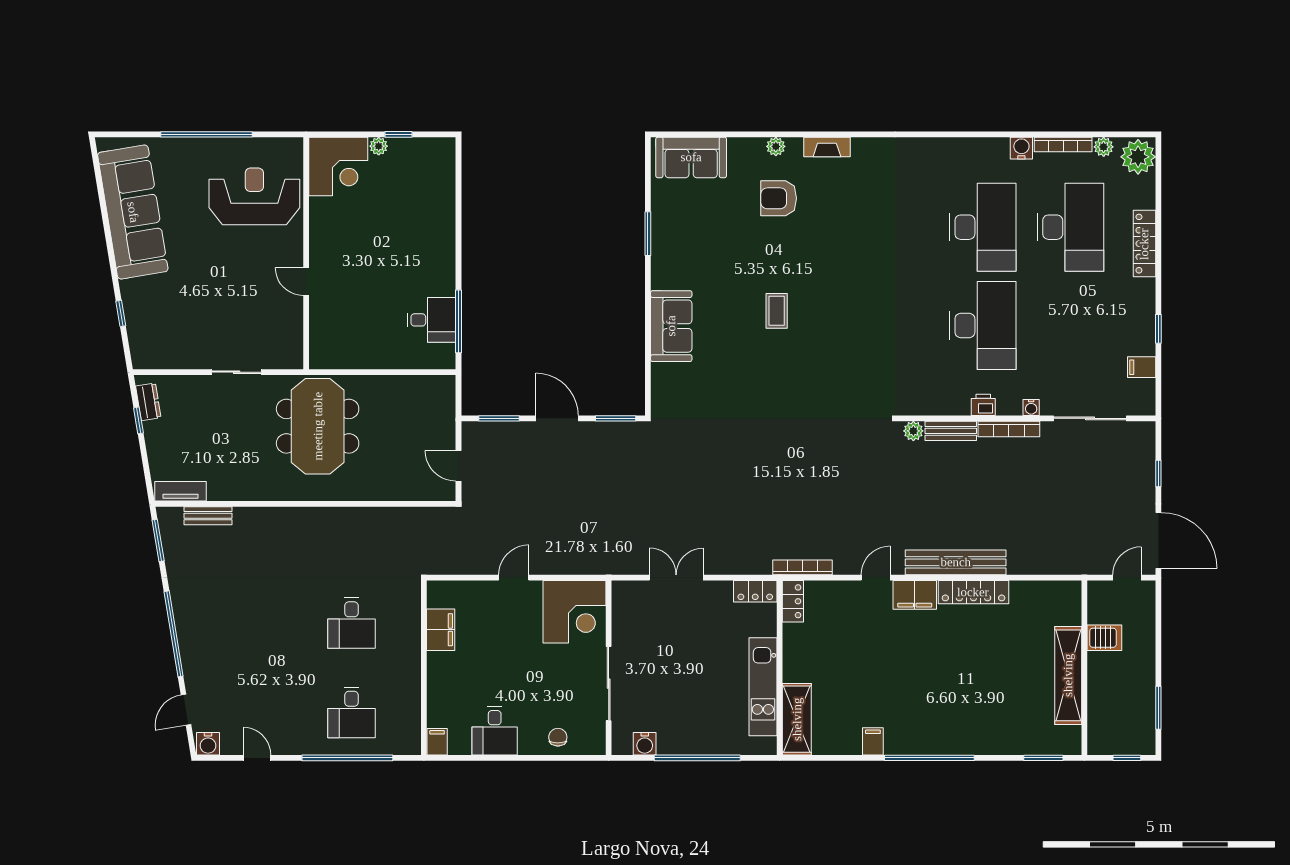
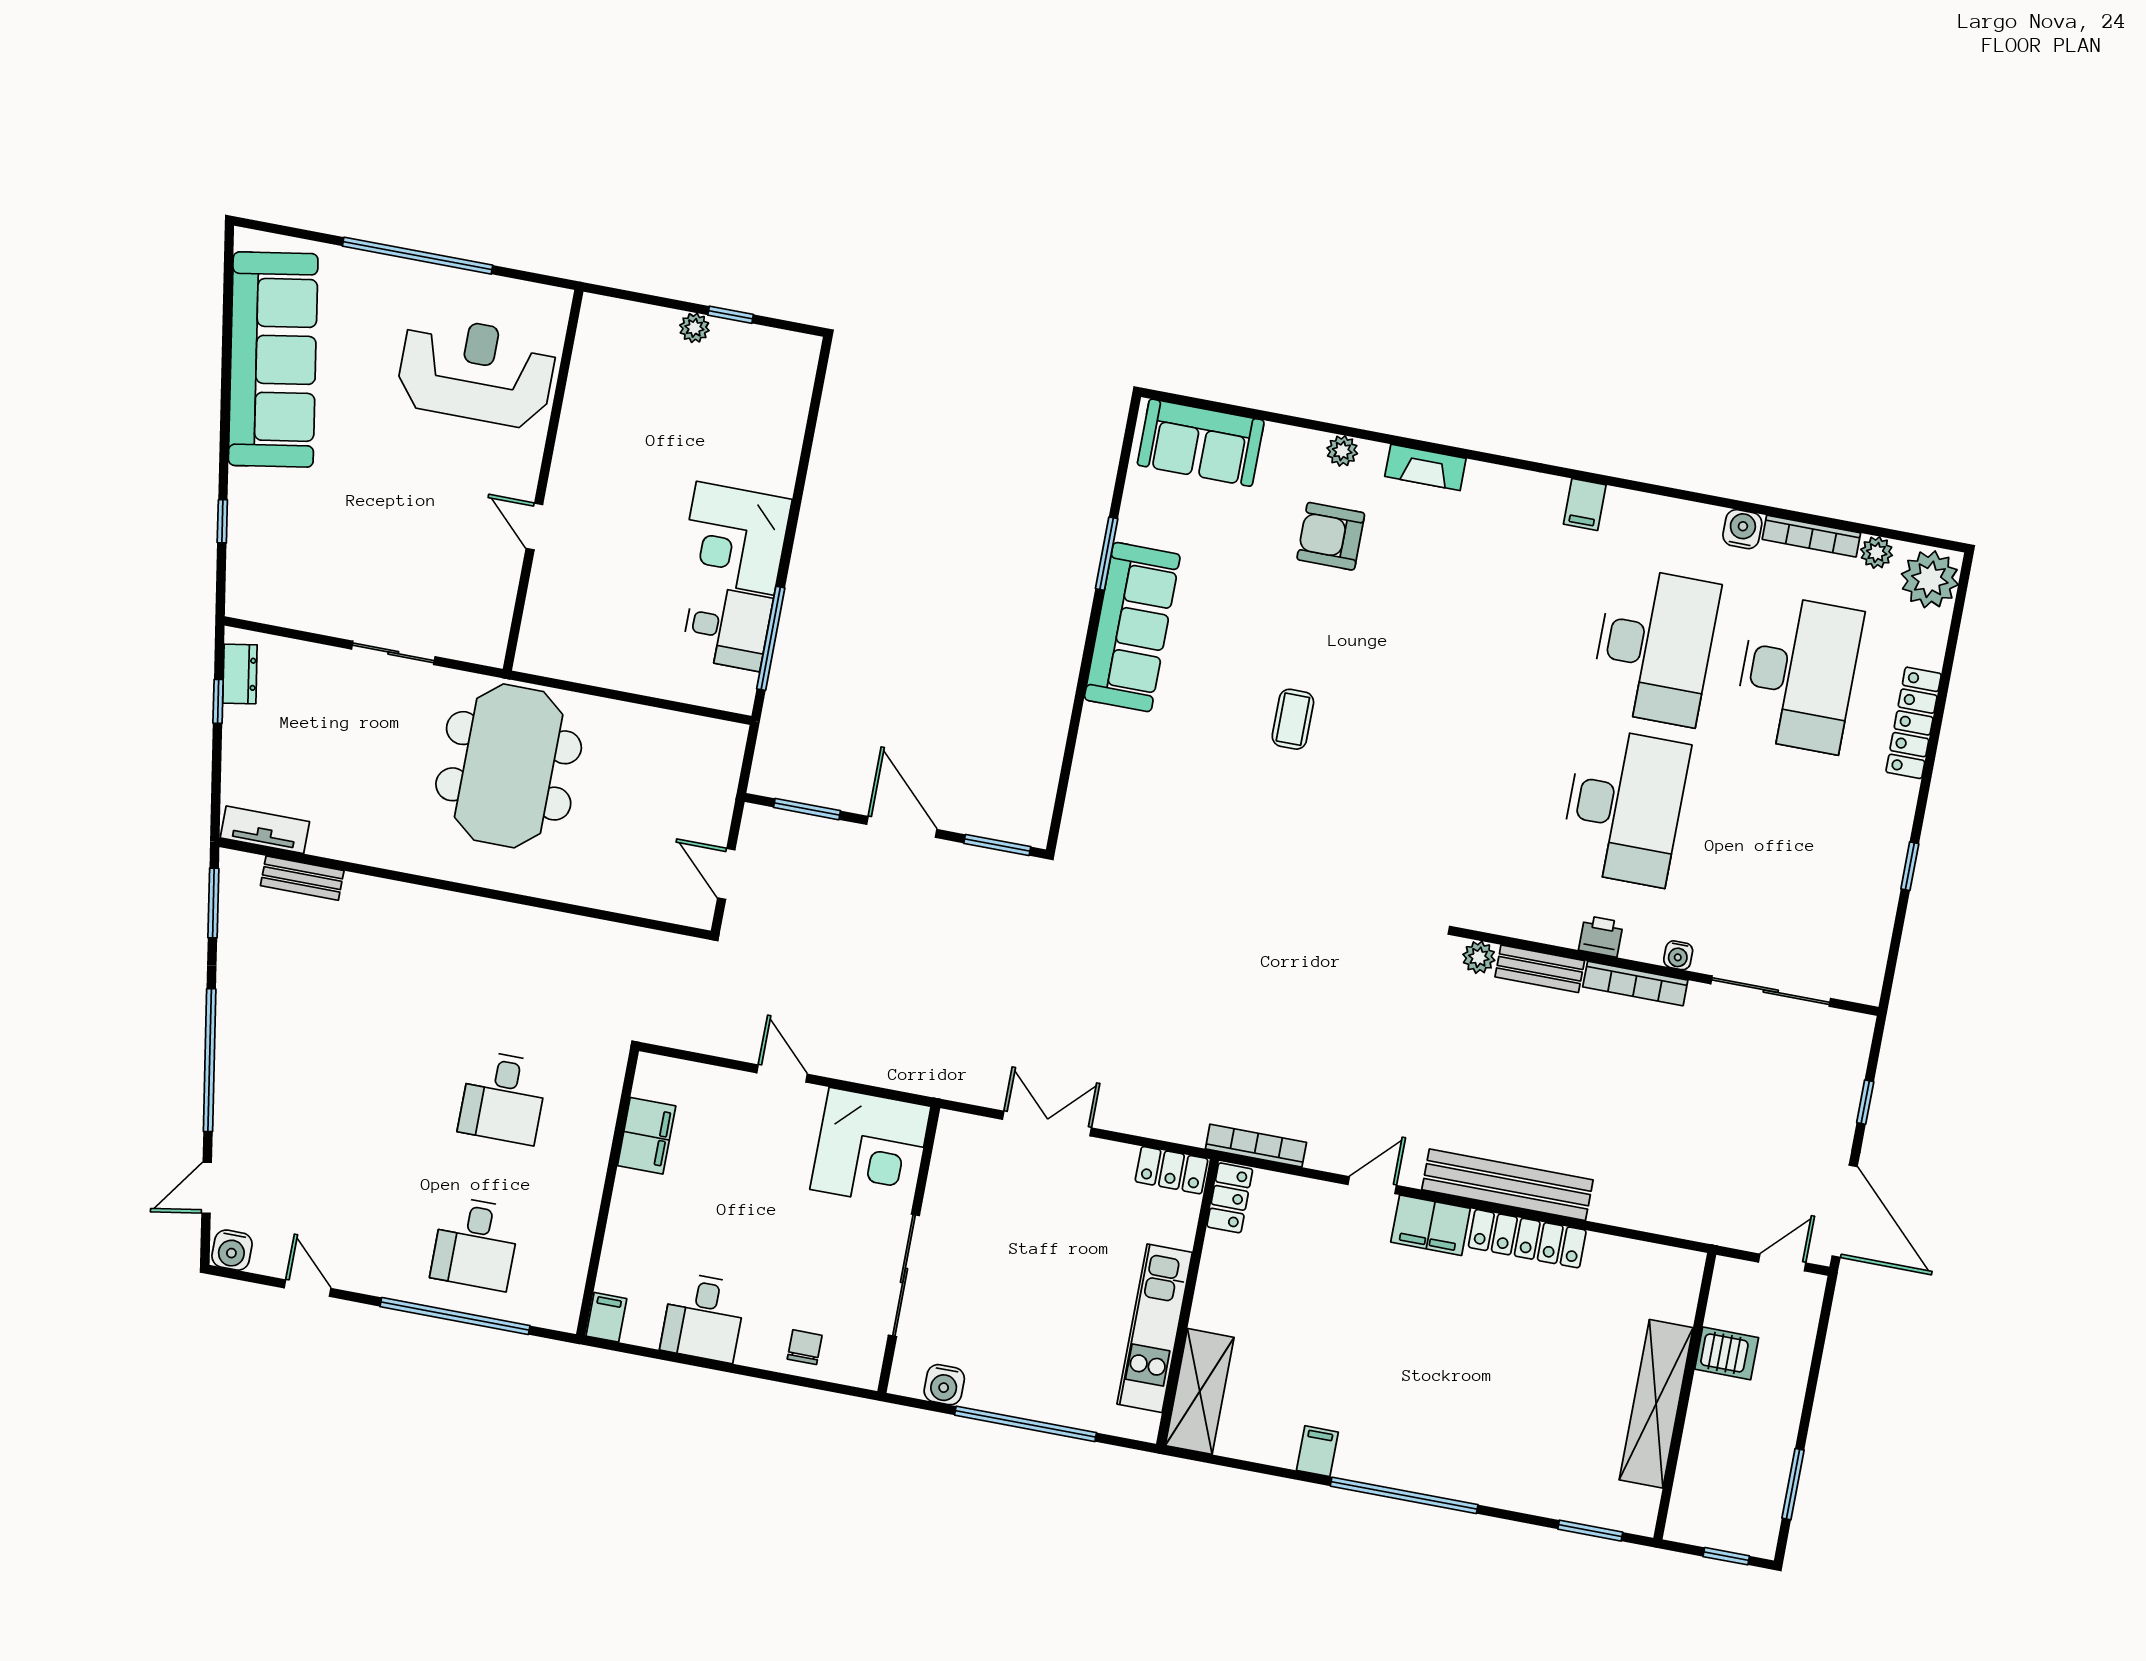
corner desk: (338, 166) -> (735, 538), moved, turned 90
sofa: (671, 326) -> (1132, 627), moved, width x1.36
filing cabinet: (1142, 367) -> (1585, 504), moved, turned -90
door: (514, 578) -> (782, 1074), hinge flipped

